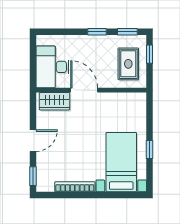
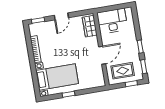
door: (84, 90) -> (102, 55), moved
door: (33, 141) -> (61, 16), hinge flipped

